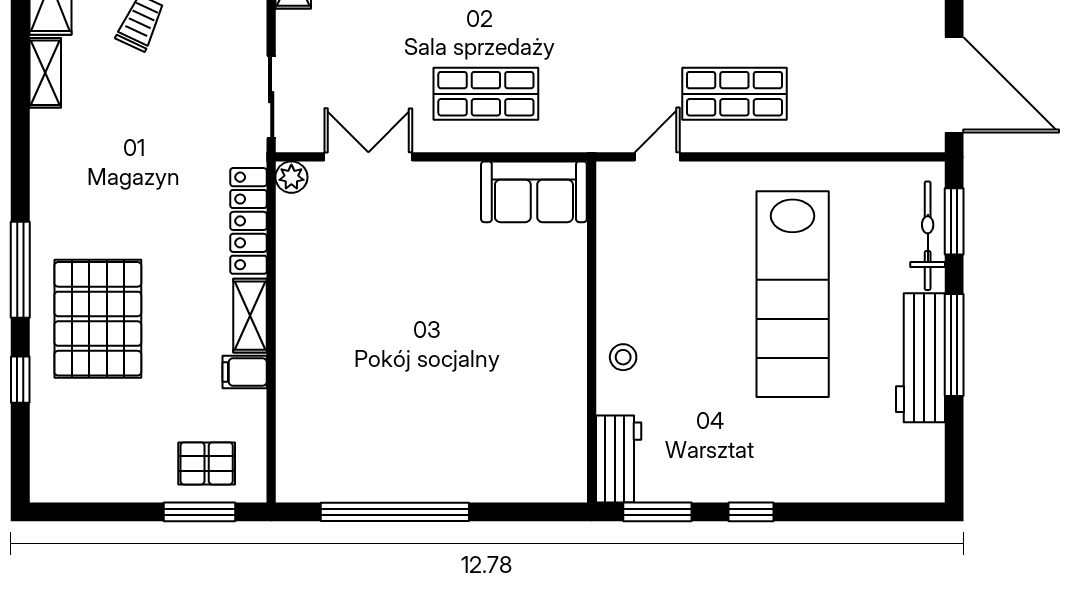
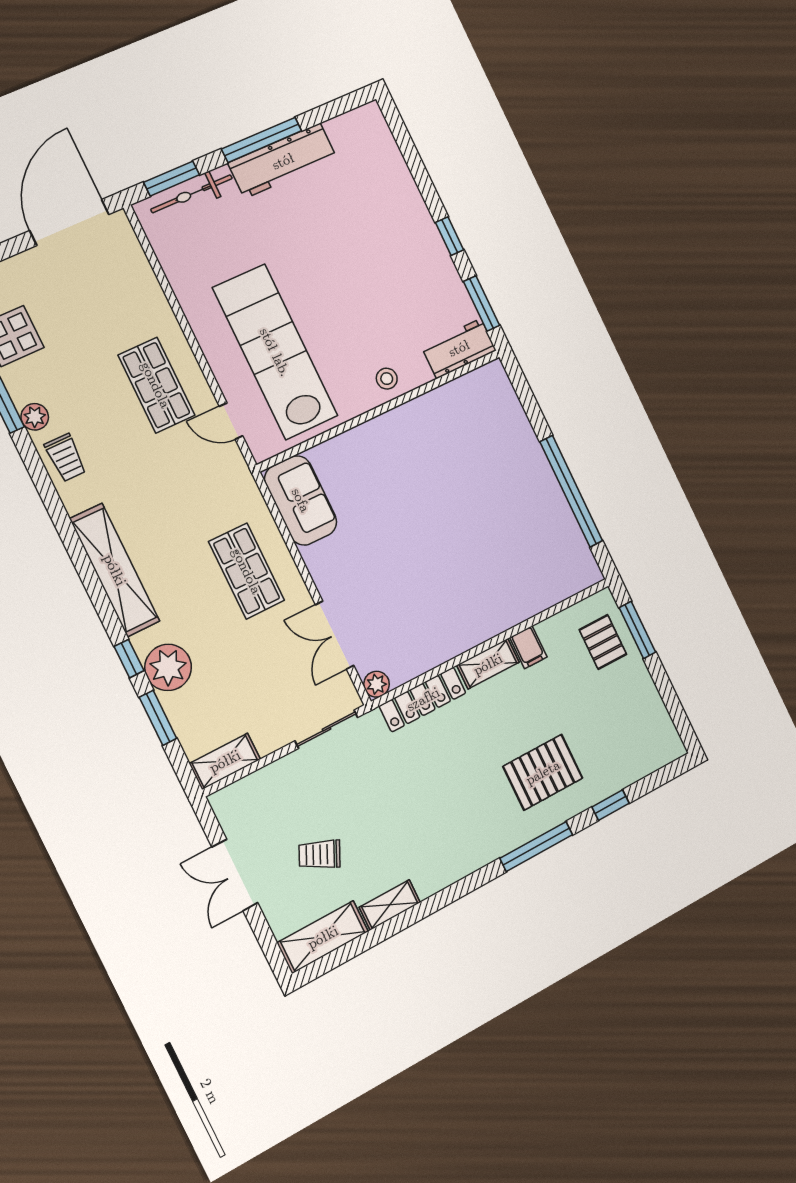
lab bench: (793, 294) -> (275, 352), moved, turned -90
pallet: (98, 319) -> (543, 772), width x0.73, depth x0.71

